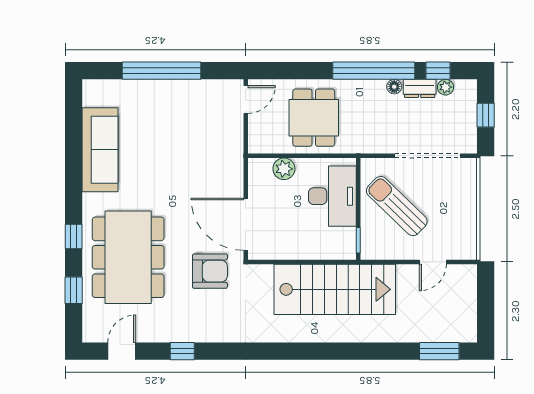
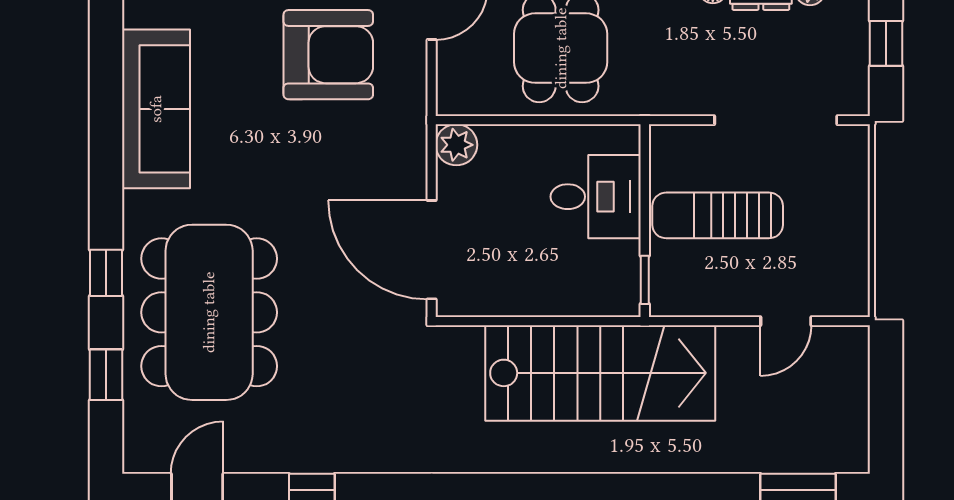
plant: (284, 169) -> (456, 145), moved
desk: (332, 196) -> (596, 197), width x0.73
sun lounger: (397, 206) -> (718, 215), turned -44
armchair: (210, 271) -> (328, 55), moved, width x1.36, depth x1.36

